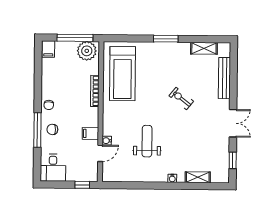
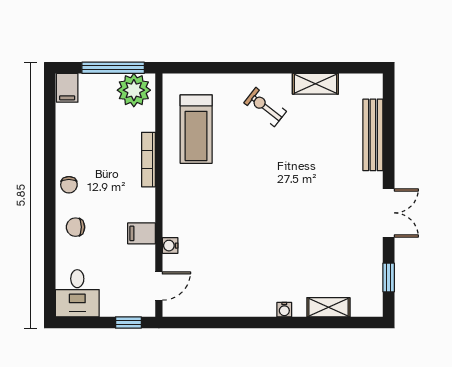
window: (166, 39) -> (271, 68), removed
shelving: (204, 48) -> (315, 84), moved
treadmill: (122, 74) -> (196, 129), width x0.73, depth x0.73
exercise bike: (181, 99) -> (265, 107), moved
window: (37, 130) -> (50, 228), removed
weight bench: (147, 141) -> (240, 246), removed
door: (100, 153) -> (159, 286), moved

